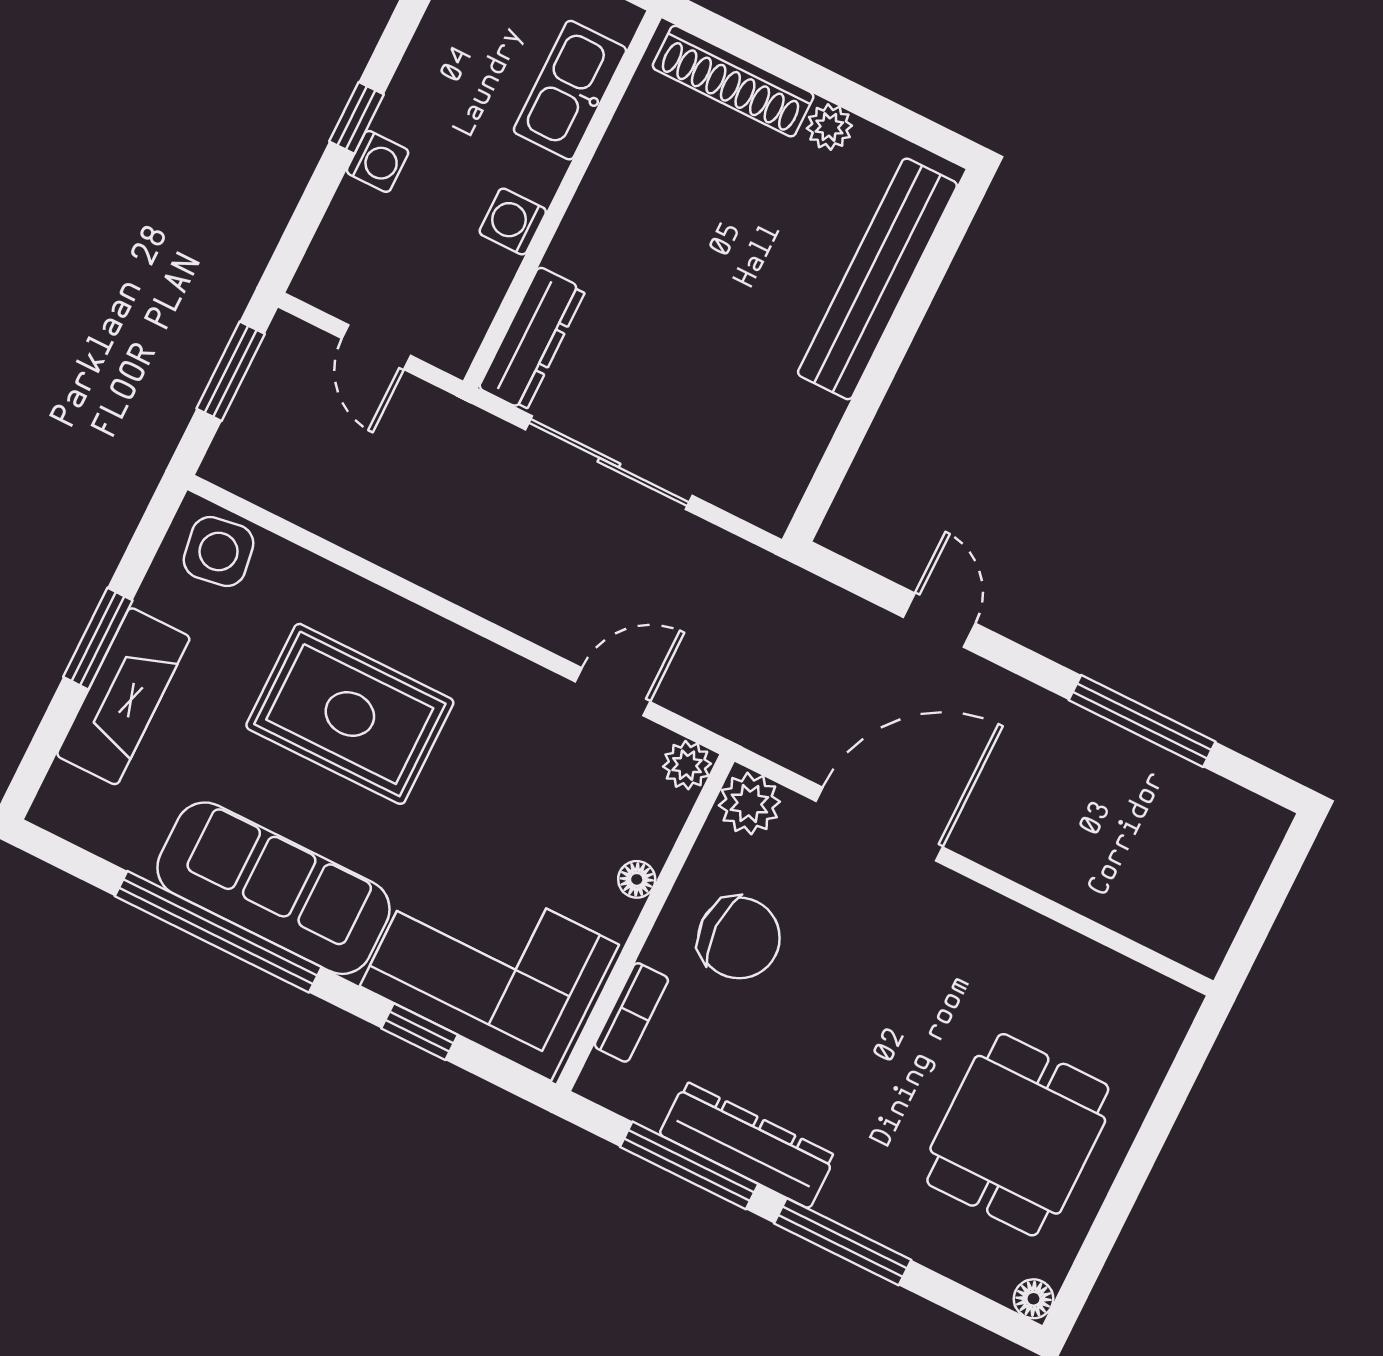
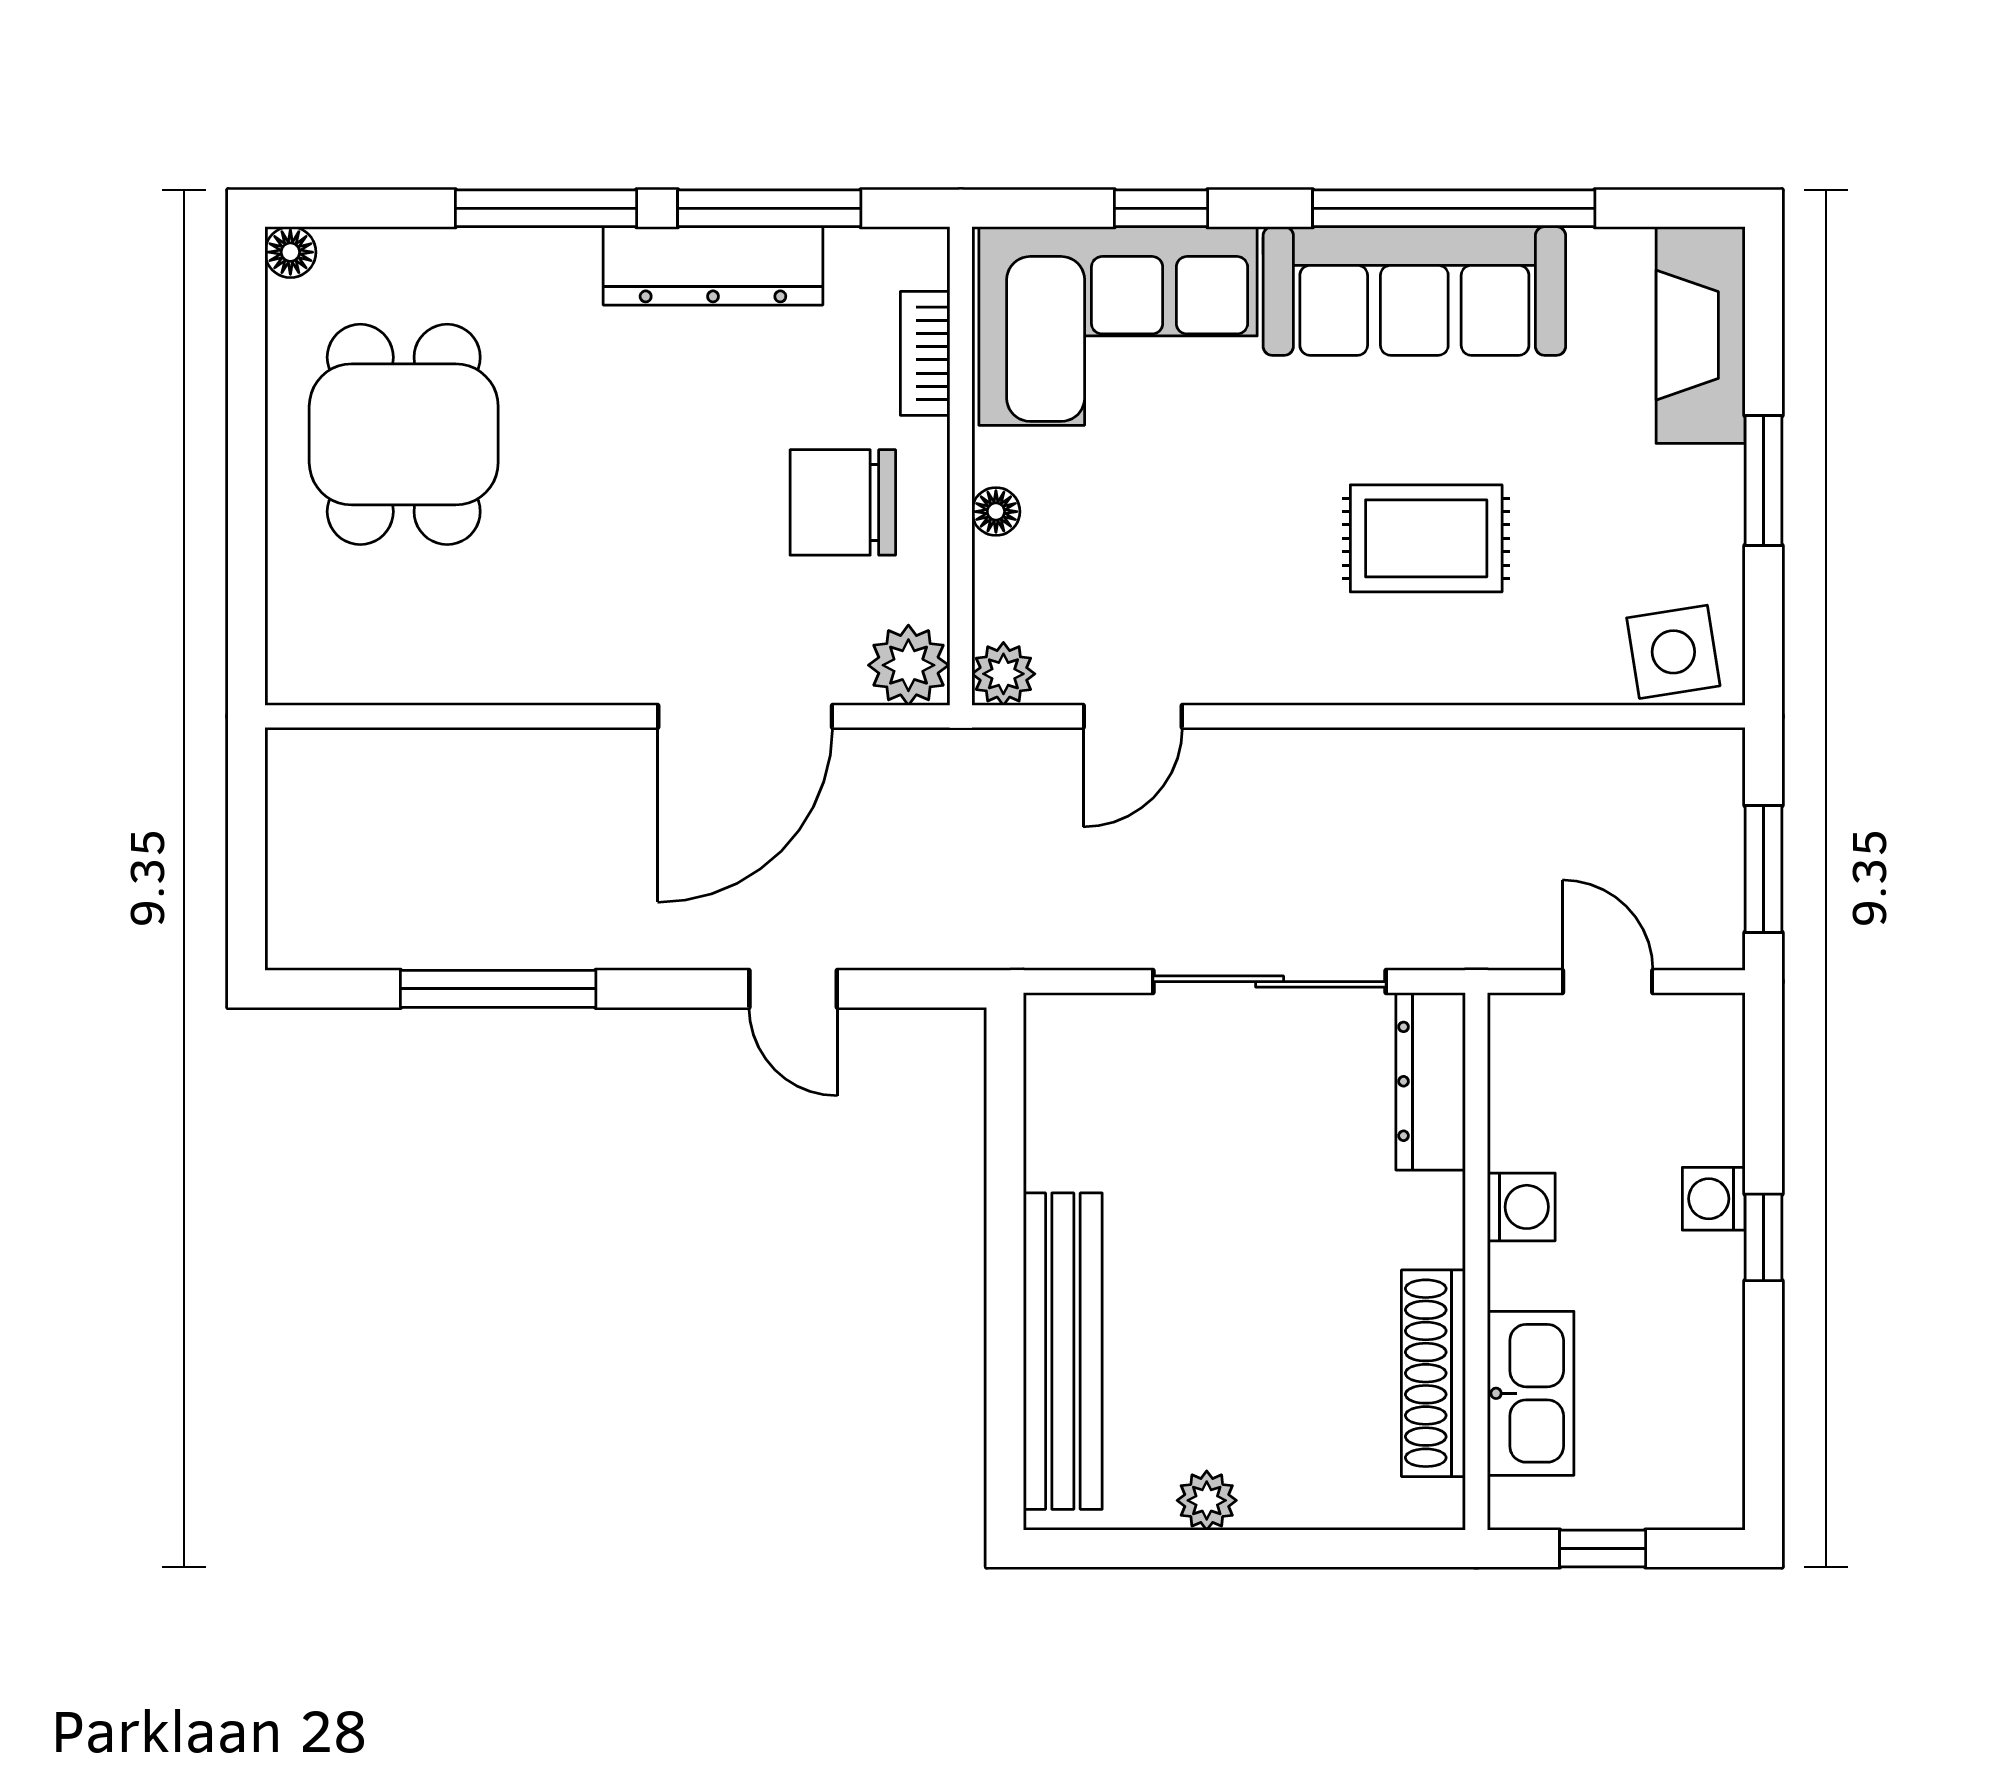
shoe rack: (733, 81) -> (1433, 1373), moved, turned -90
fireplace: (123, 696) -> (1701, 335), moved
rug: (350, 714) -> (1426, 538), width x0.73, depth x0.70

